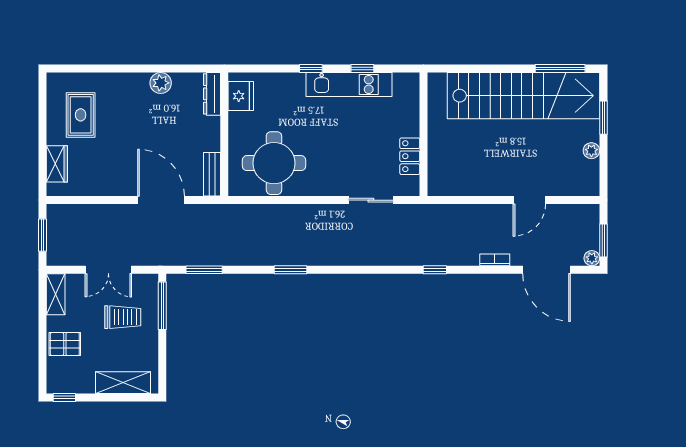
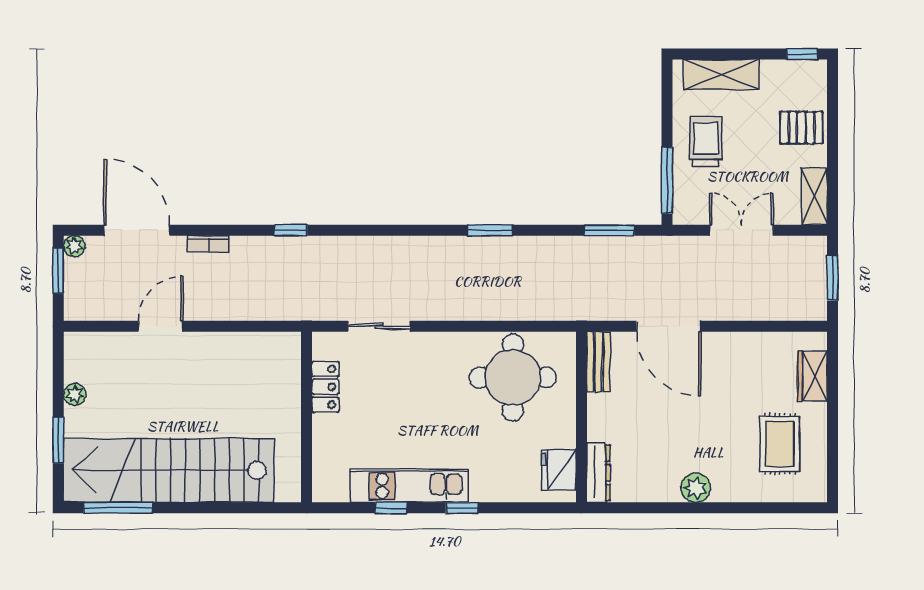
plant: (161, 83) -> (696, 488), moved
trolley: (123, 317) -> (706, 142), moved, turned 90

